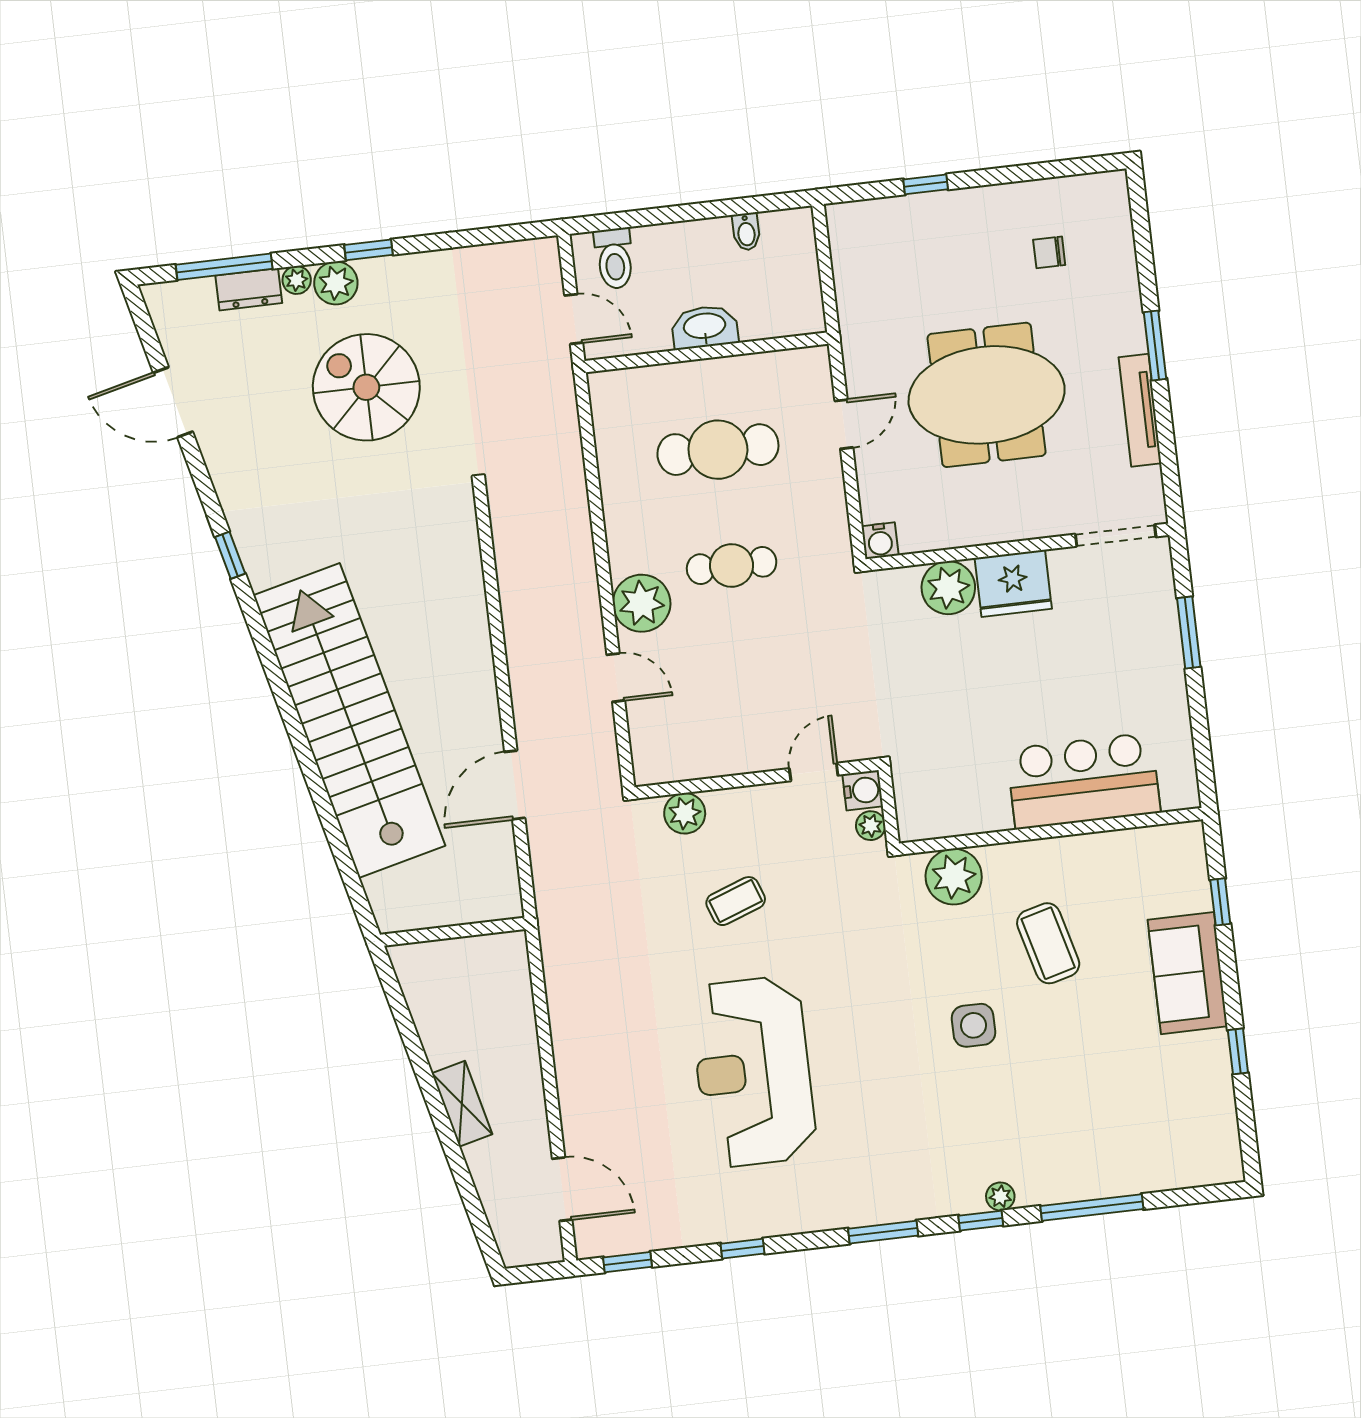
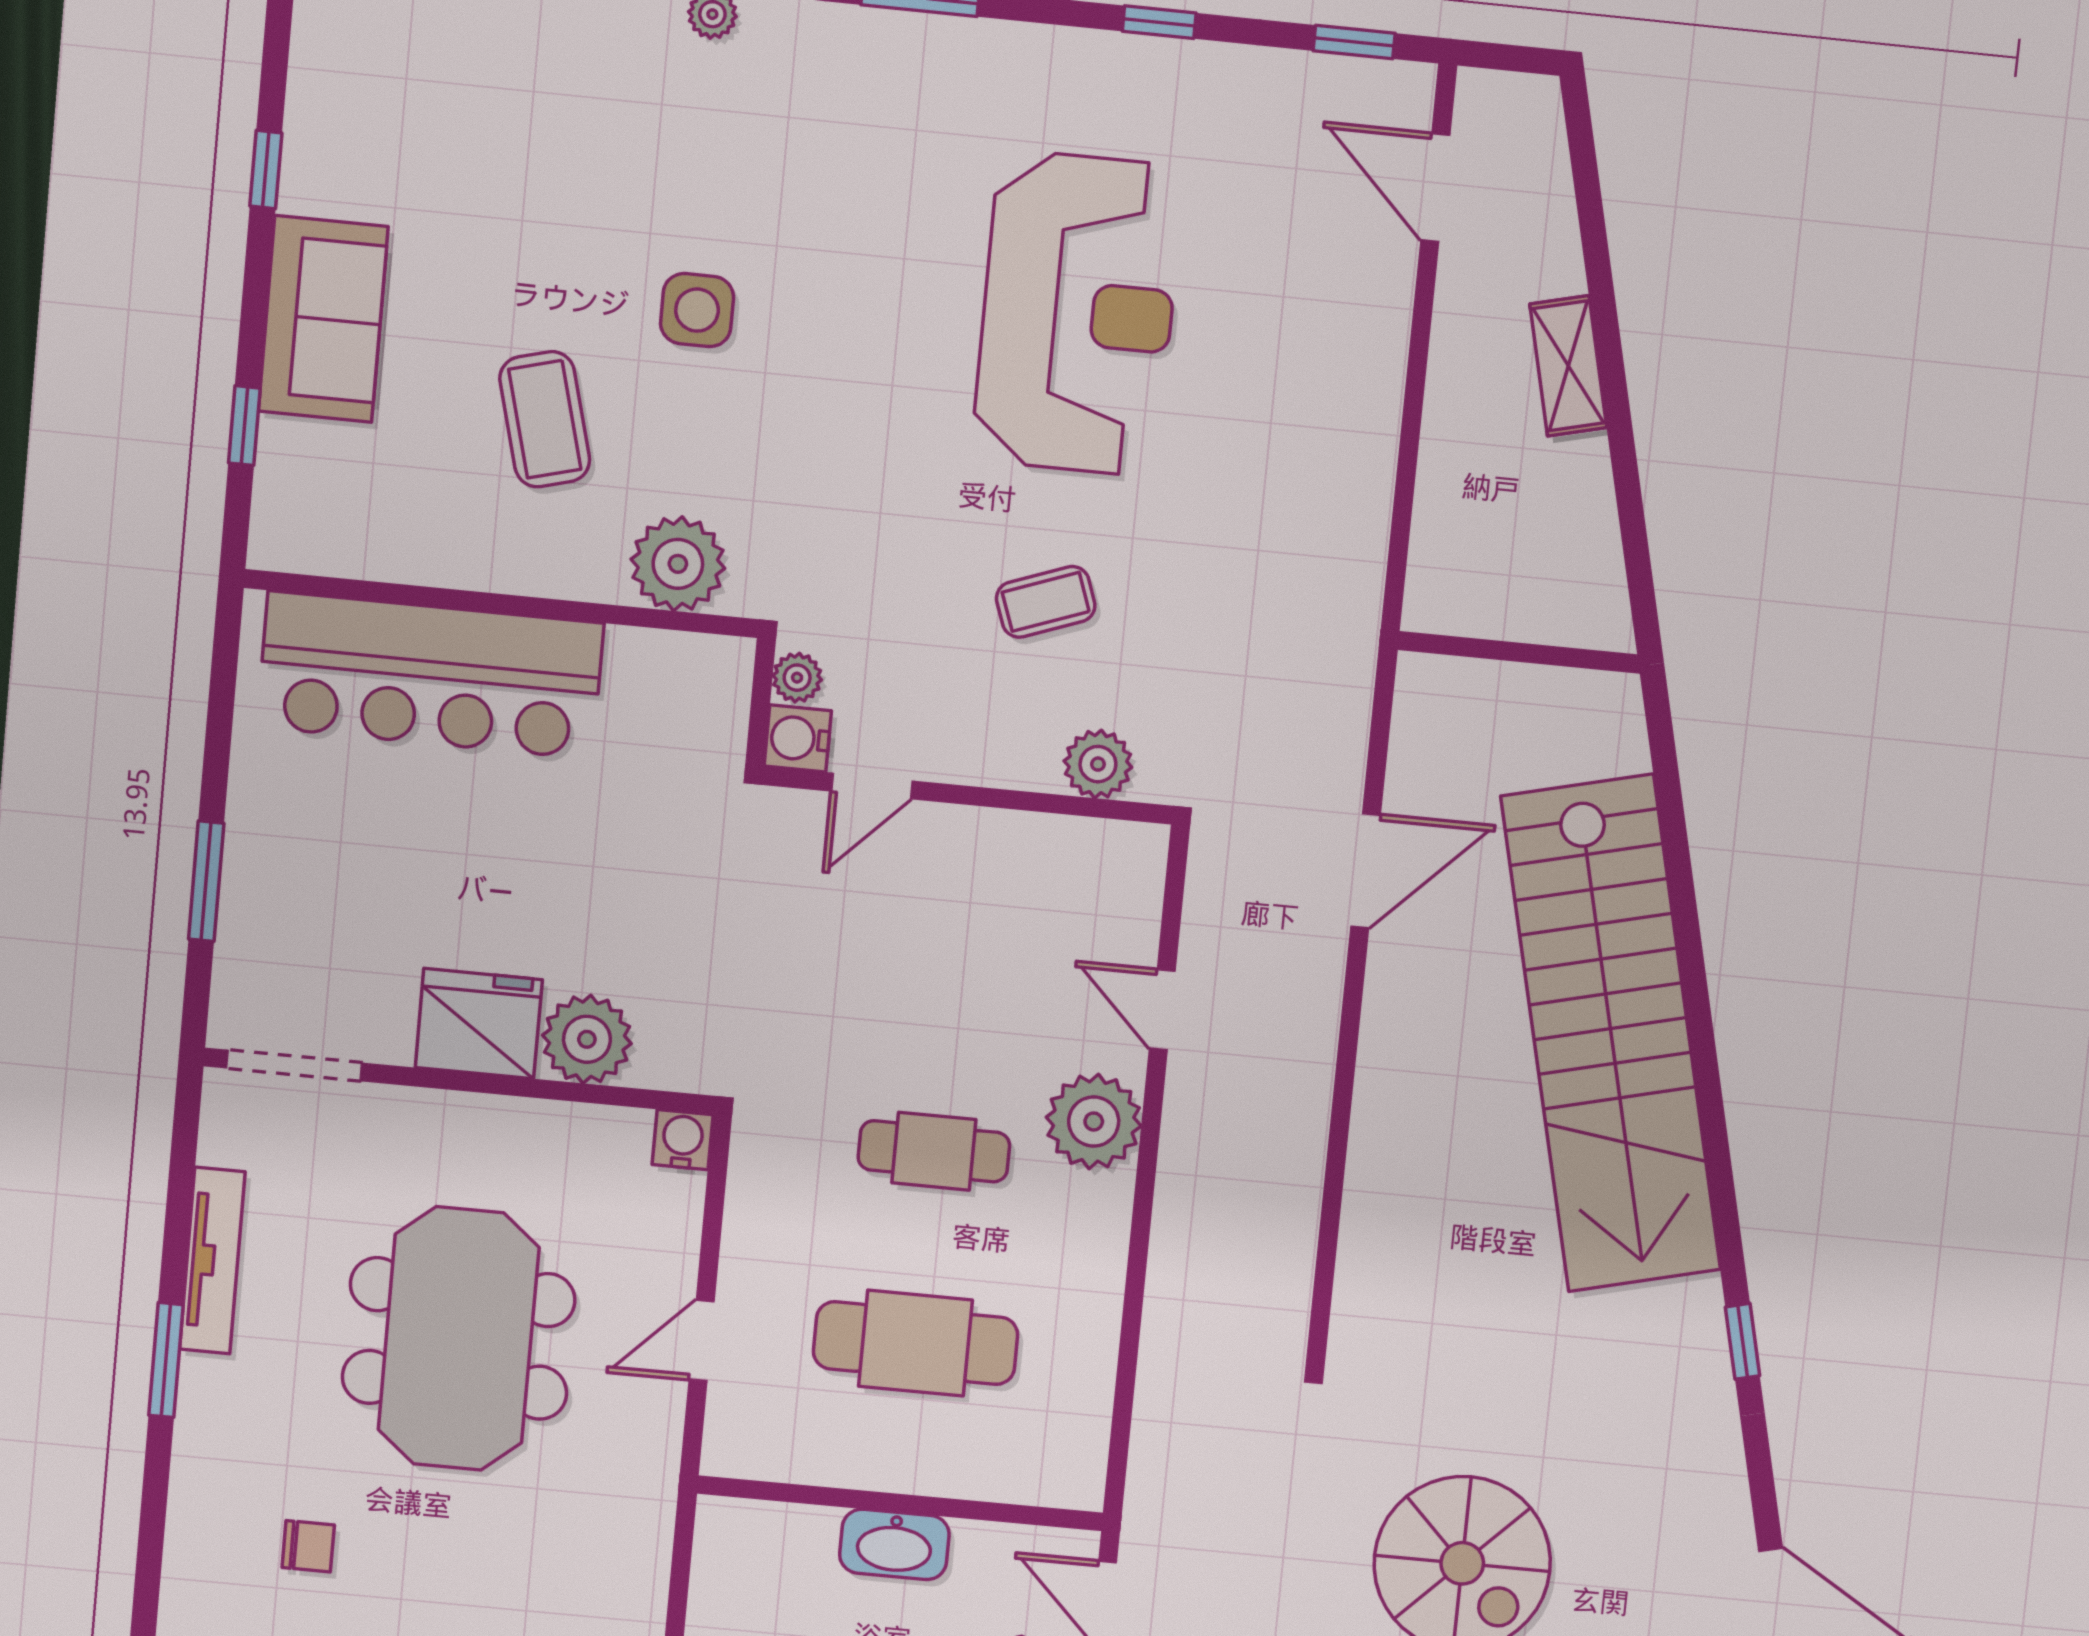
meeting table: (987, 395) -> (459, 1338), turned 90
bar counter: (1083, 781) -> (430, 675), width x1.36

